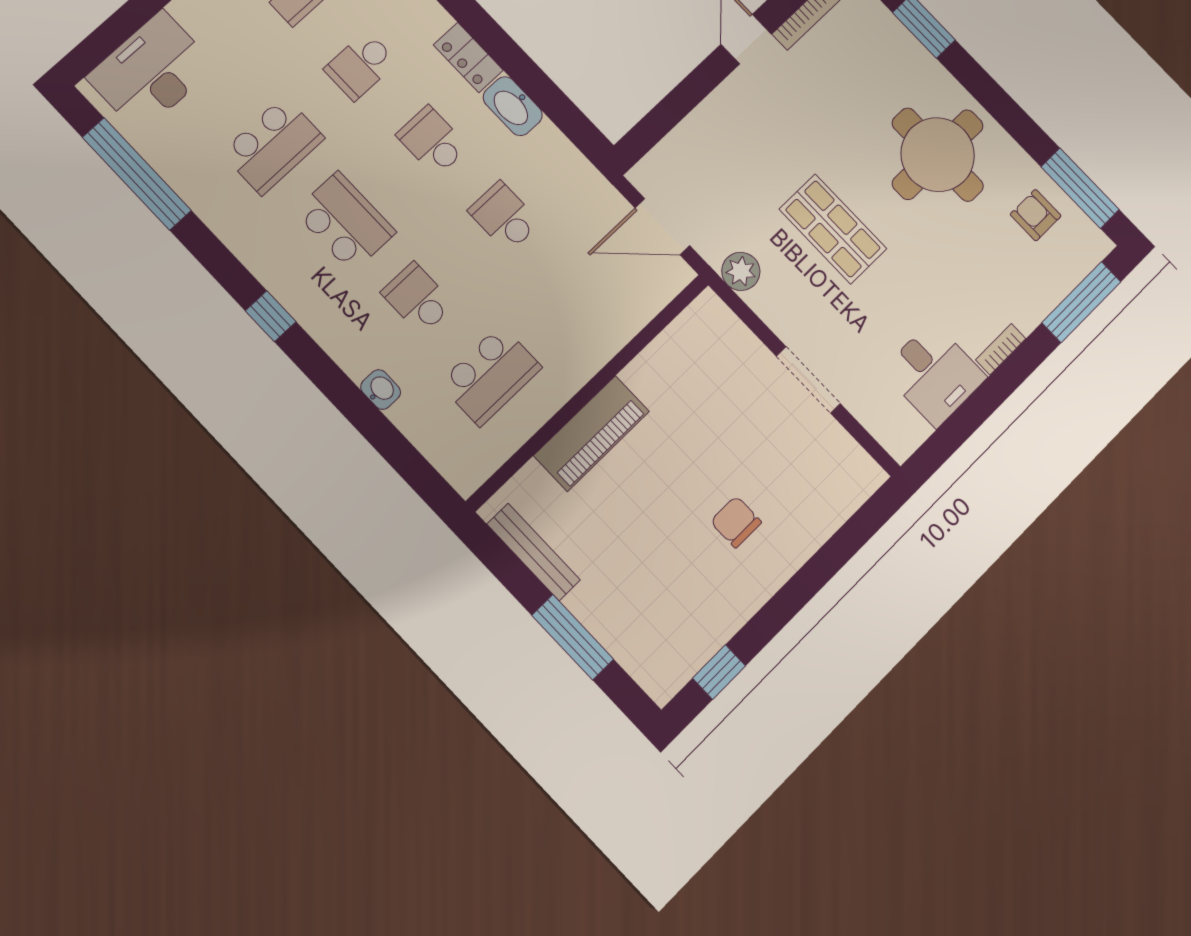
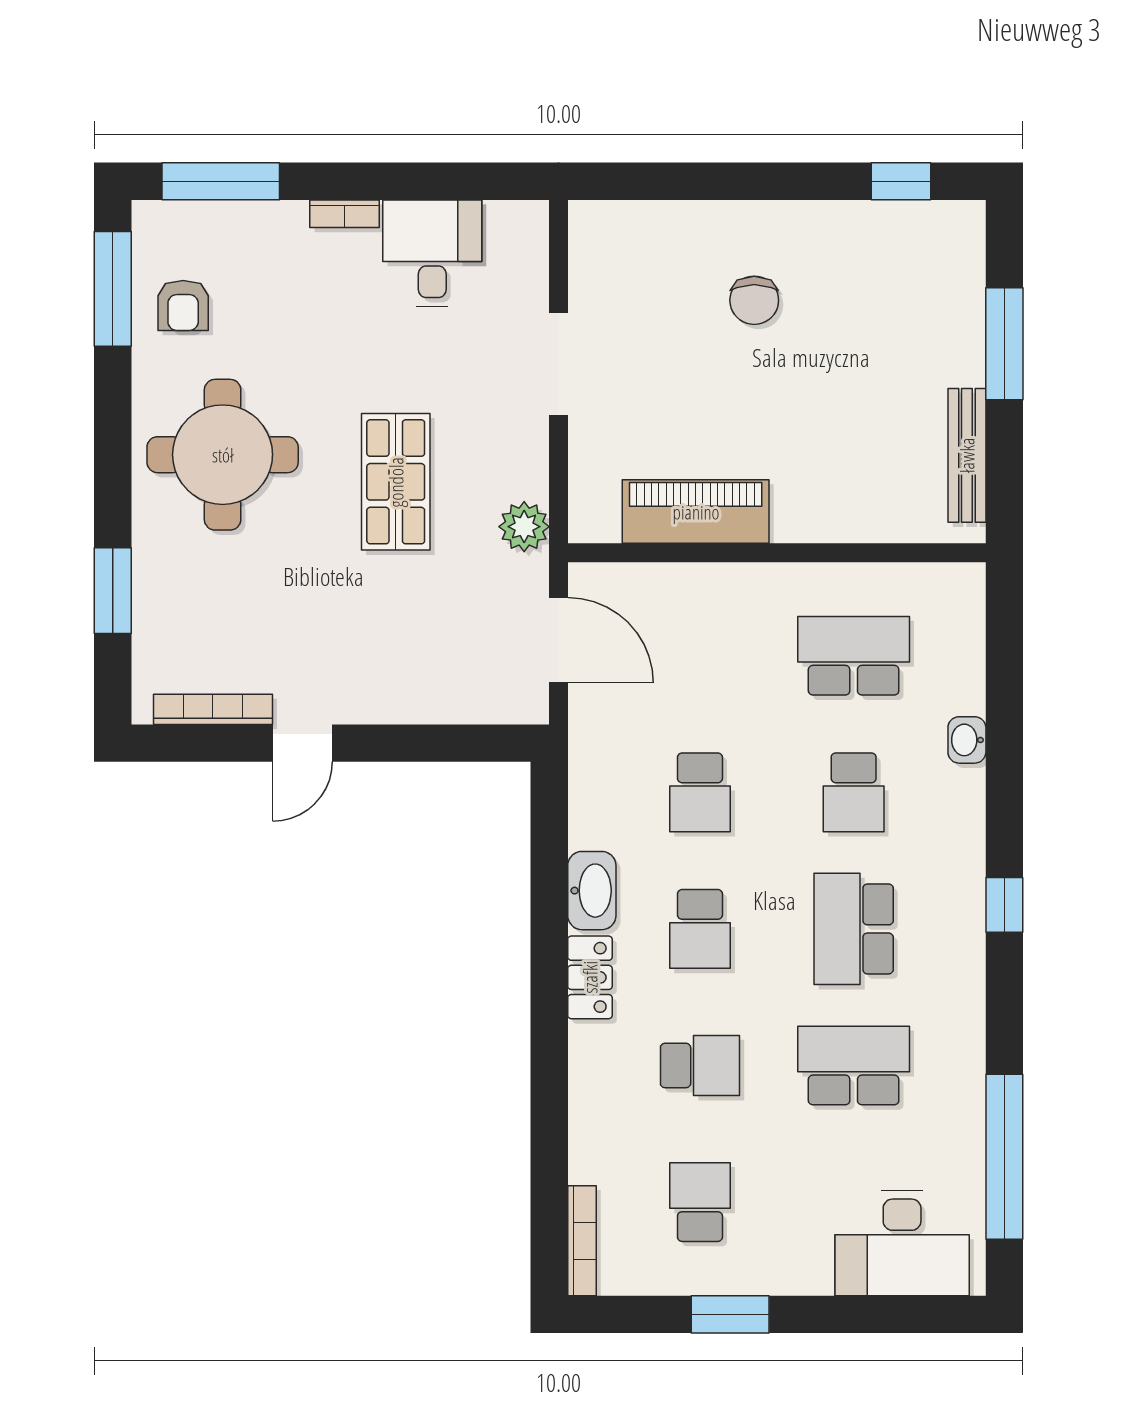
piano: (591, 433) -> (696, 512), moved

